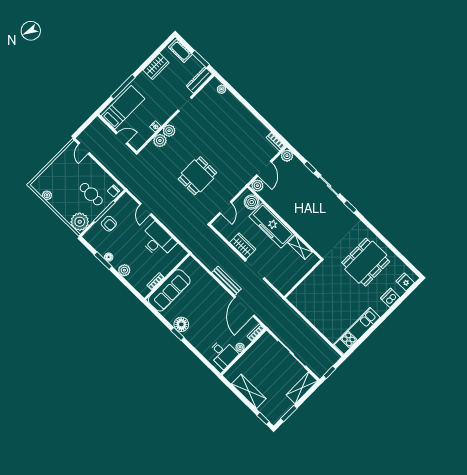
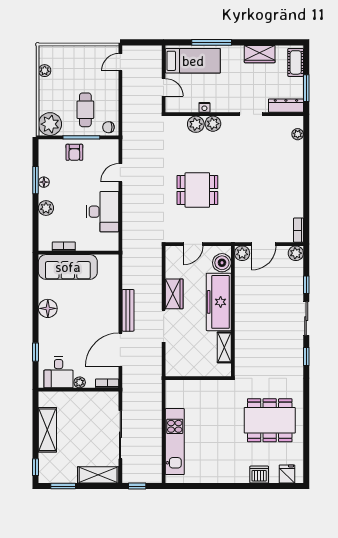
kitchen unit: (357, 331) -> (175, 442), moved, turned 90
window: (177, 334) -> (36, 352), moved

